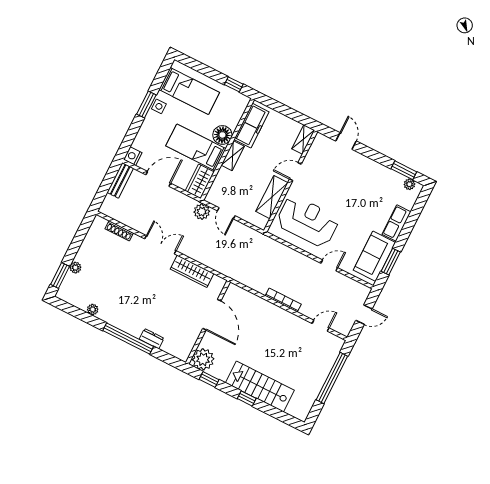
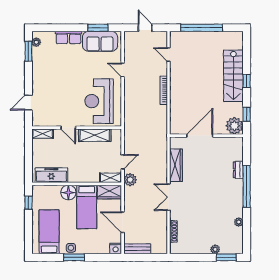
shelving: (233, 156) -> (111, 178), moved

